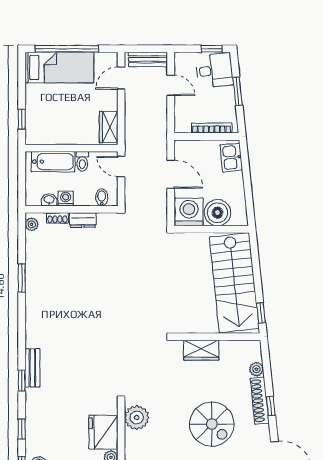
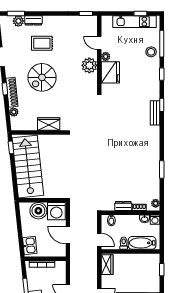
washing machine: (66, 199) -> (155, 220), moved
plant: (137, 418) -> (89, 65), moved
spiral stairs: (212, 424) -> (42, 77), turned -90

